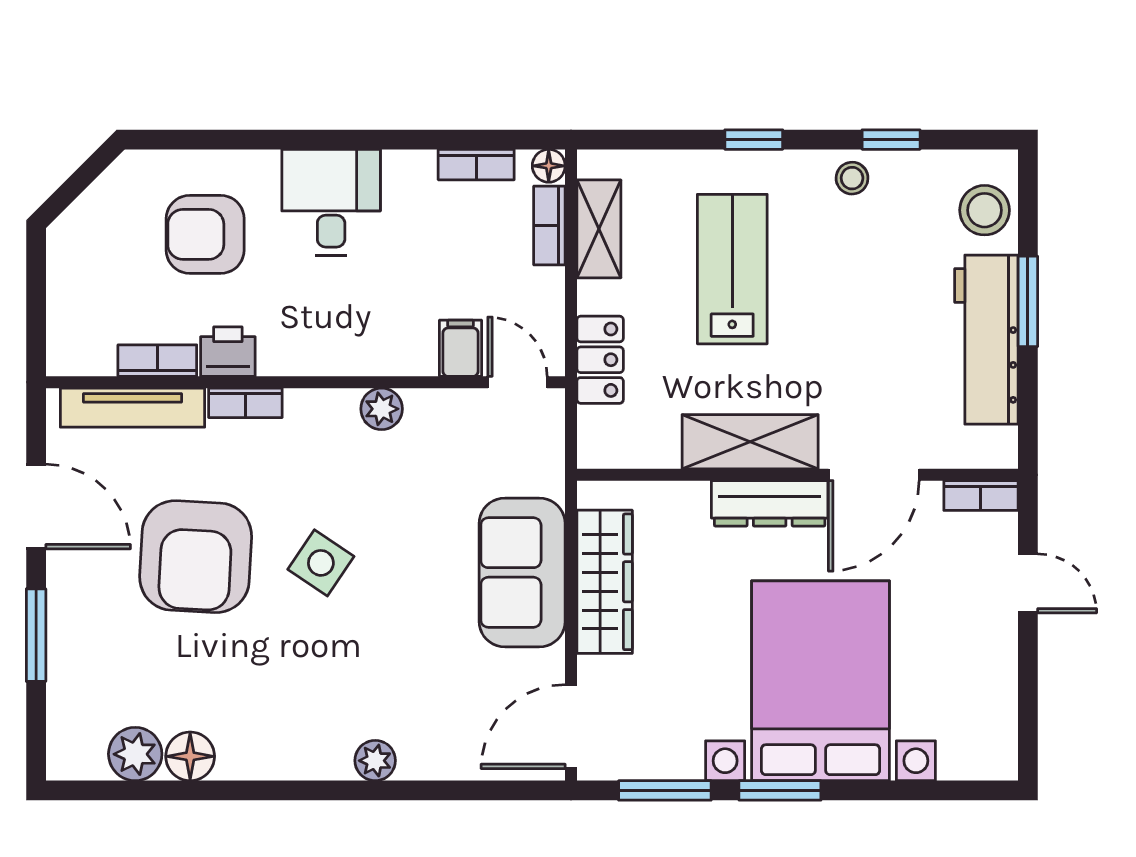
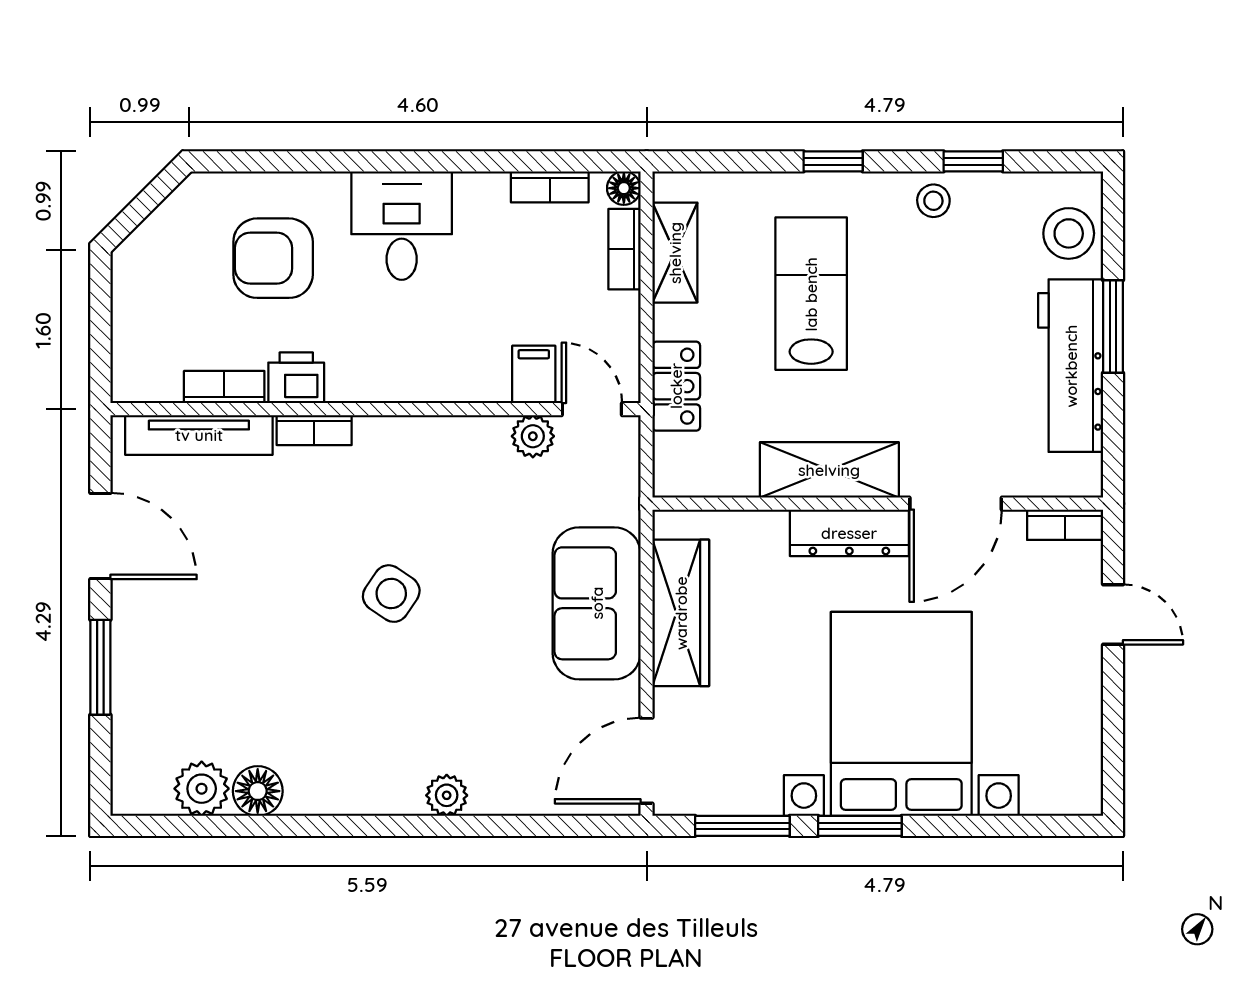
plant: (382, 409) -> (533, 436), moved
armchair: (196, 557) -> (263, 587), removed

